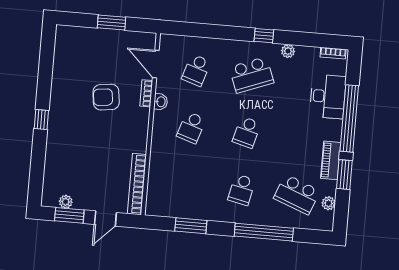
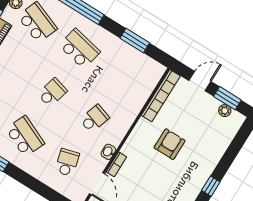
school desk: (196, 70) -> (67, 162), turned -33
school desk: (251, 75) -> (25, 136), turned 45
armchair: (106, 97) -> (170, 144), moved, turned -83
school desk: (242, 190) -> (80, 49), width x1.85

